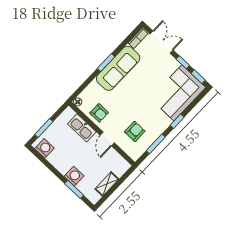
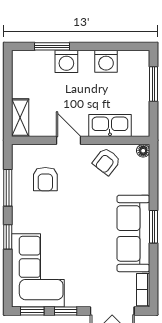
armchair: (99, 113) -> (107, 161), turned -52
washing machine: (45, 148) -> (106, 61), moved
shelving: (107, 184) -> (20, 118), moved

